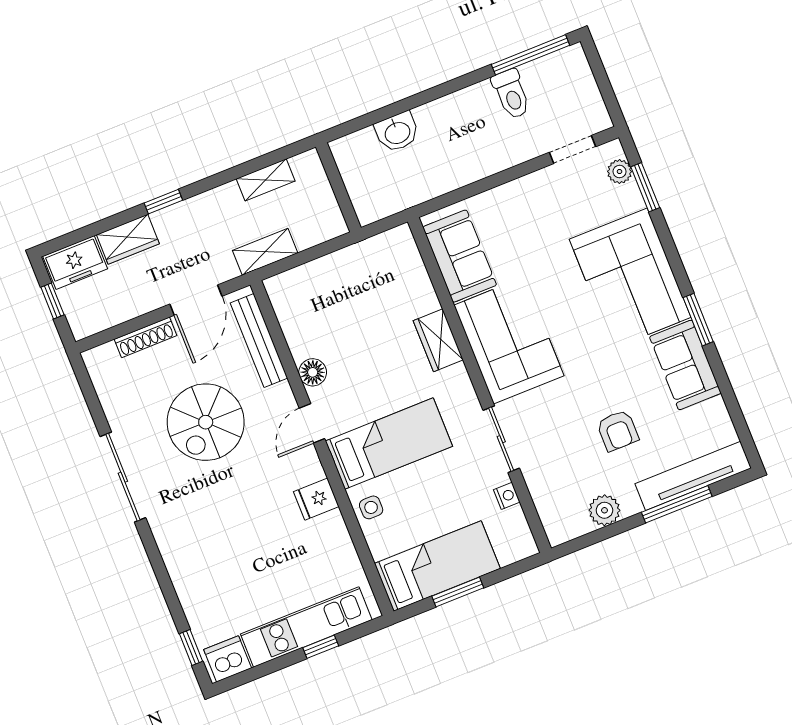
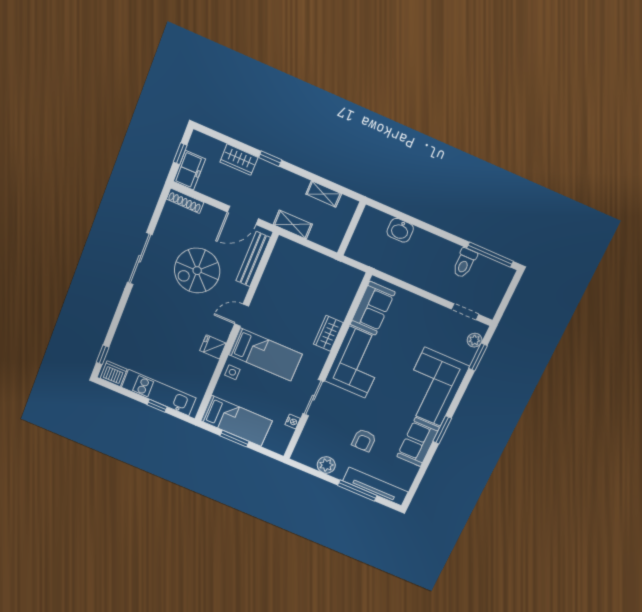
freezer: (75, 263) -> (189, 170), moved, turned -90
shoe rack: (146, 337) -> (185, 201), moved
floor lamp: (313, 372) -> (263, 295), removed

